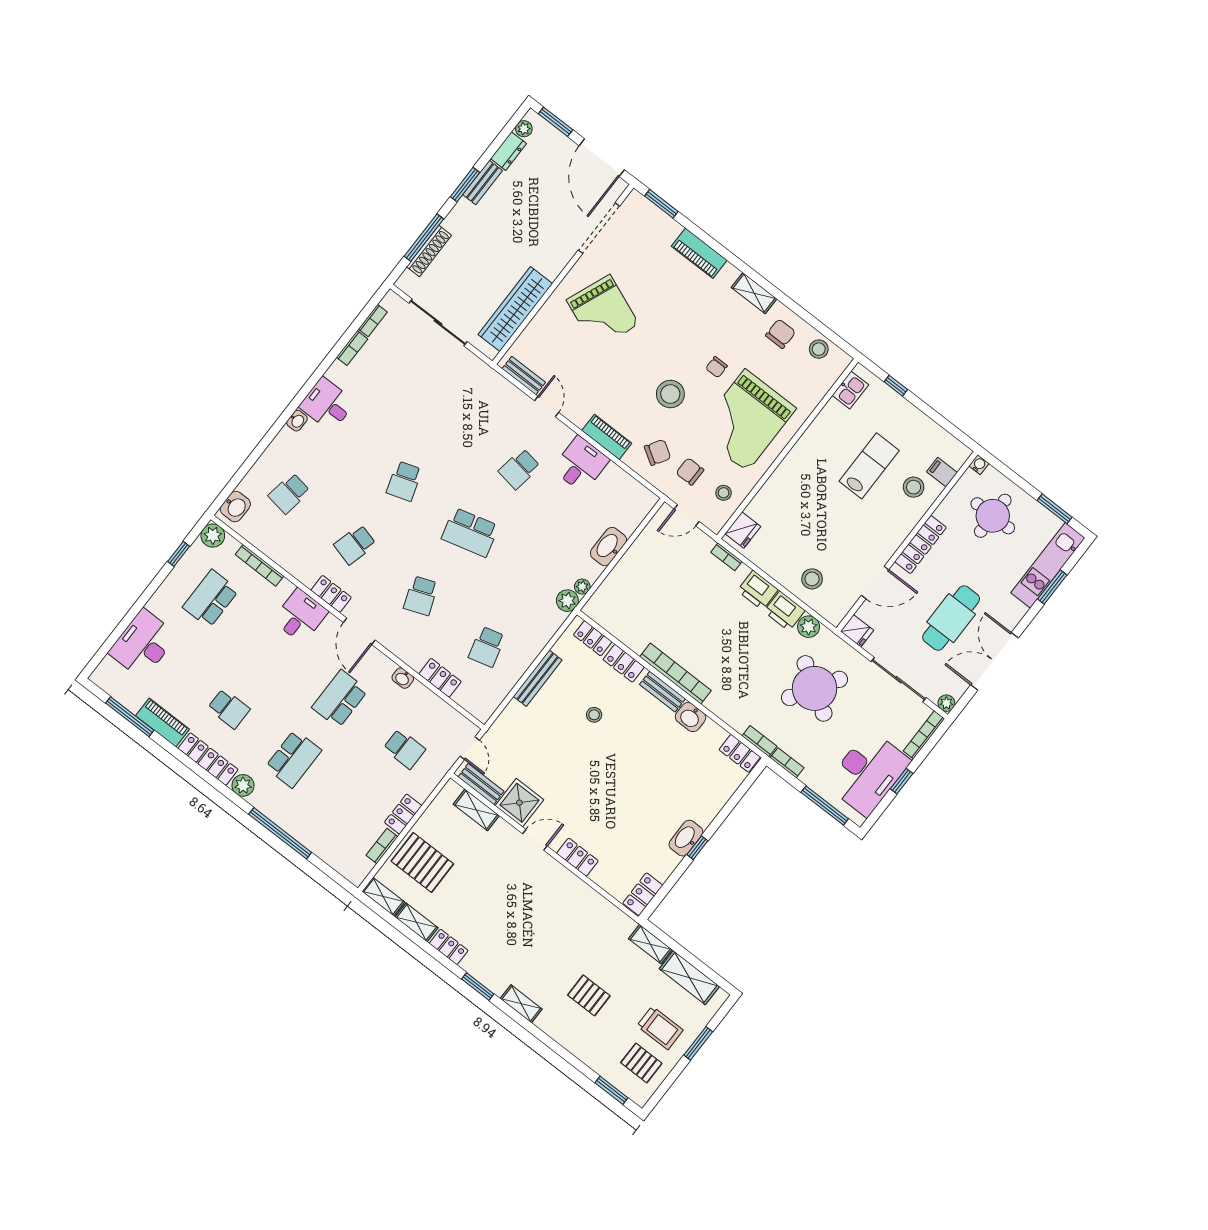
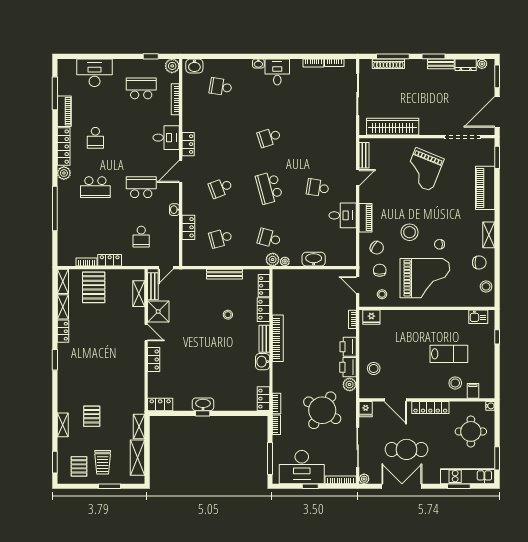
piano: (699, 253) -> (485, 188), width x1.37, depth x1.33
grand piano: (746, 420) -> (425, 278), turned 180
school desk: (355, 545) -> (269, 238), moved
shelving: (521, 1004) -> (63, 425), moved

